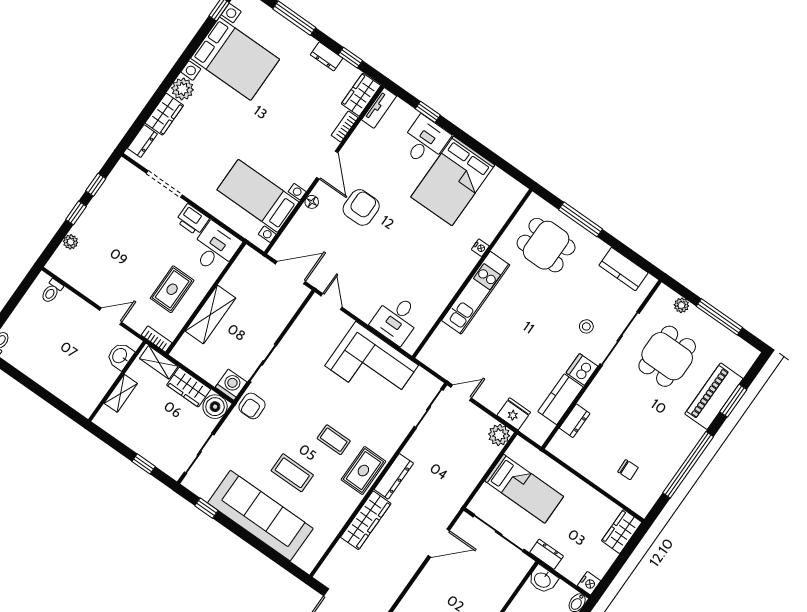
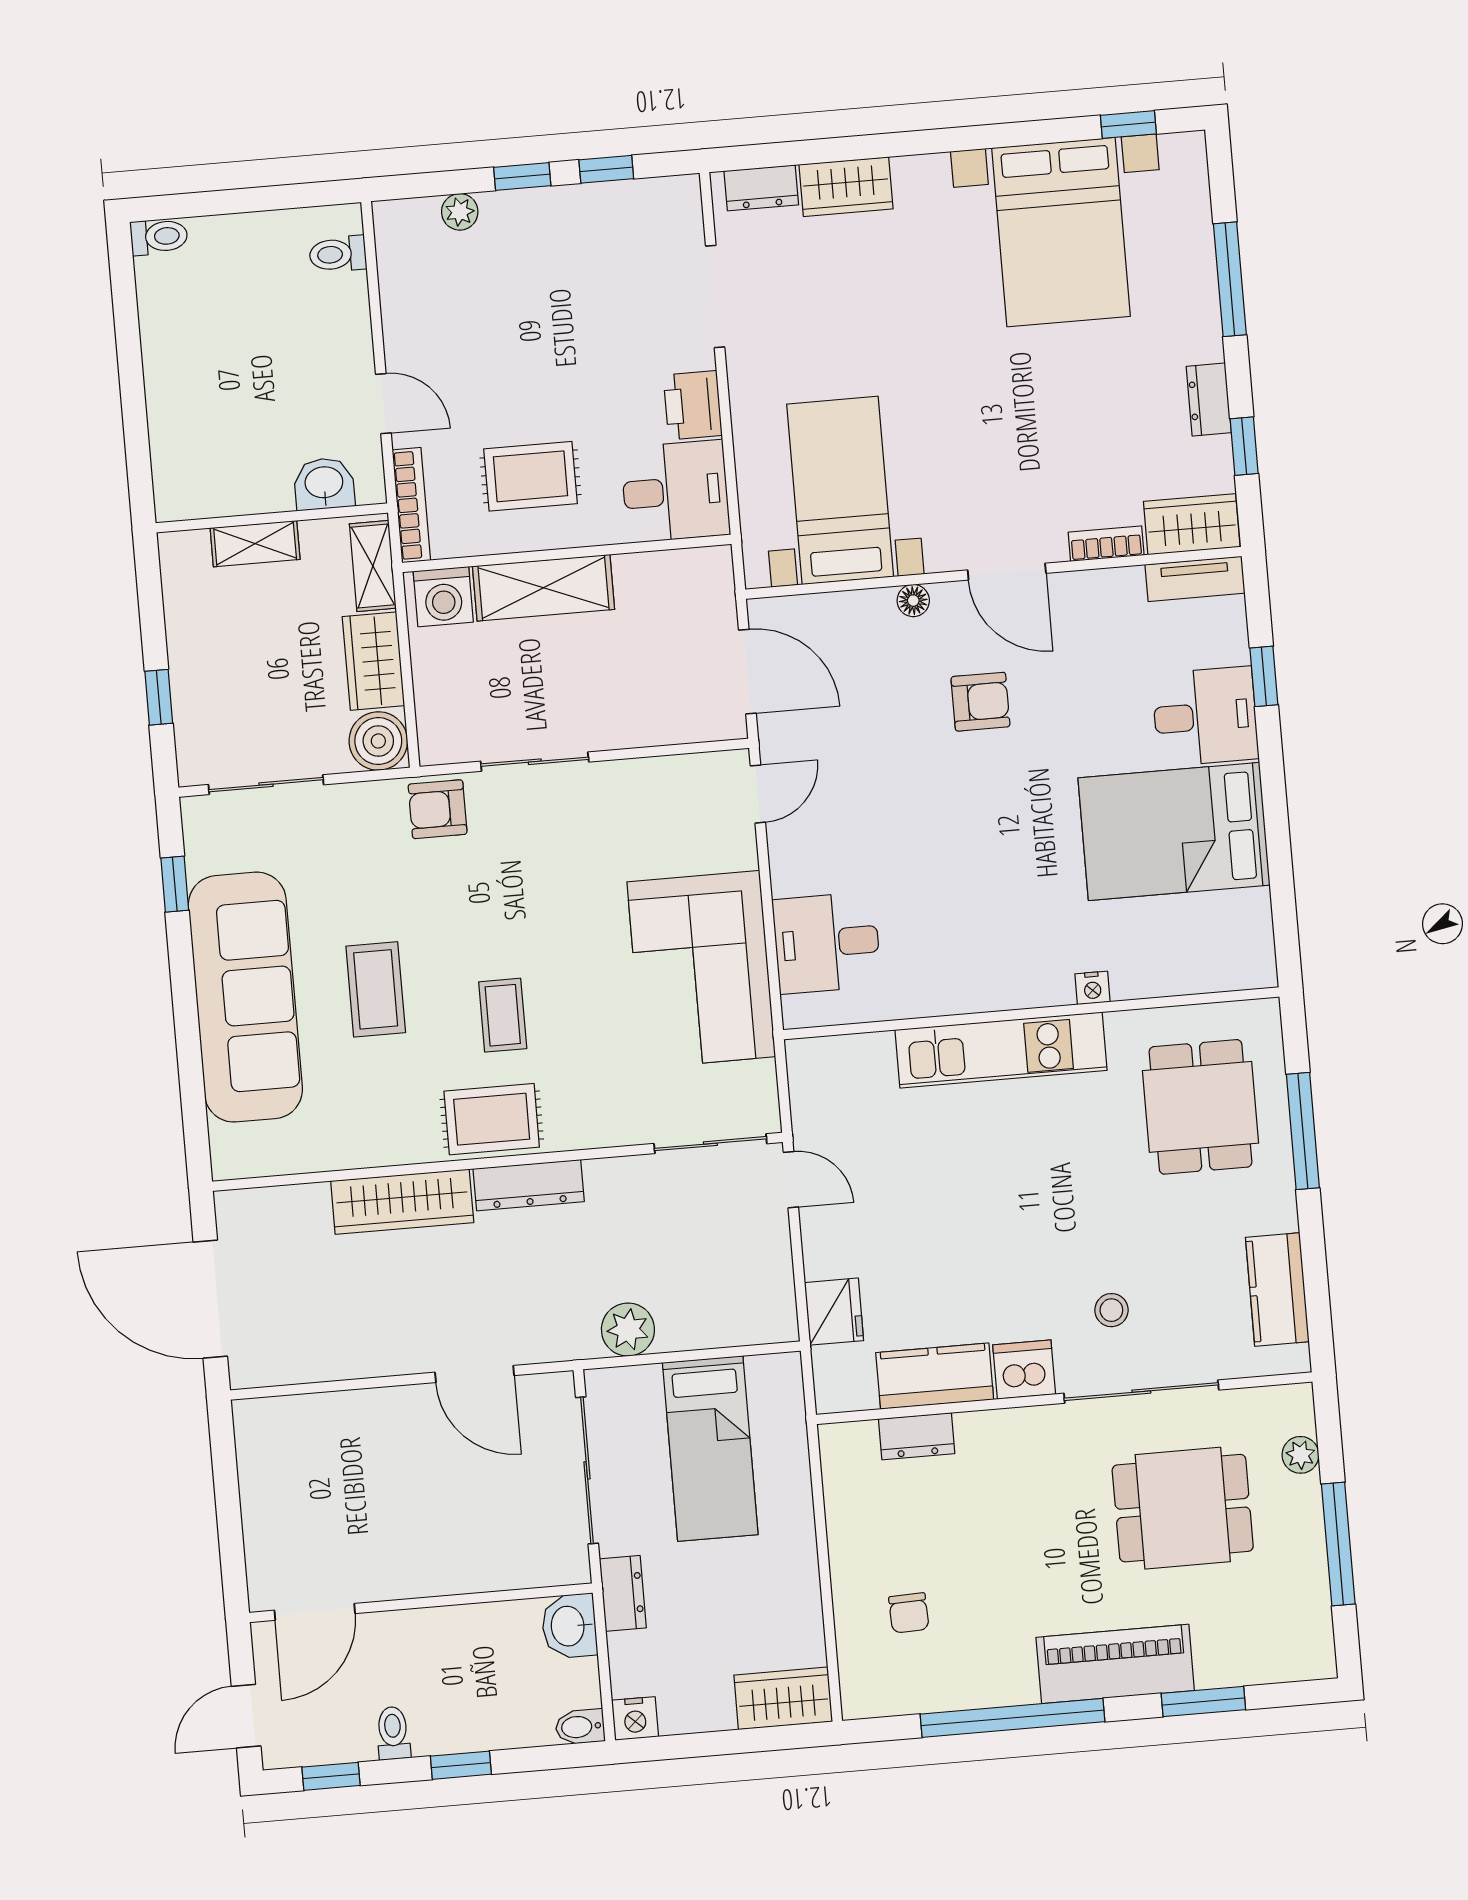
plant: (183, 89) -> (922, 181), removed
door: (327, 165) -> (1007, 572), hinge flipped
armchair: (361, 207) -> (980, 702), width x0.72, depth x0.72
bookcase: (157, 339) -> (411, 505), width x1.56
washing machine: (231, 385) -> (443, 597), moved, turned 90
piano: (714, 396) -> (1115, 1664), moved
plant: (499, 435) -> (628, 1330), moved

